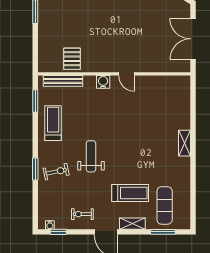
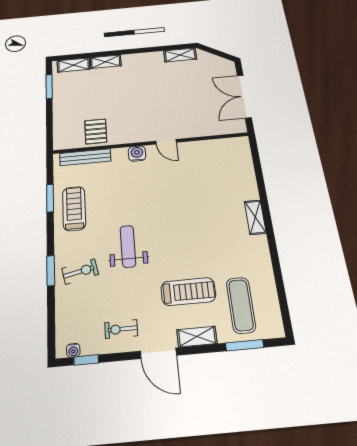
window: (35, 101) -> (50, 198), moved

